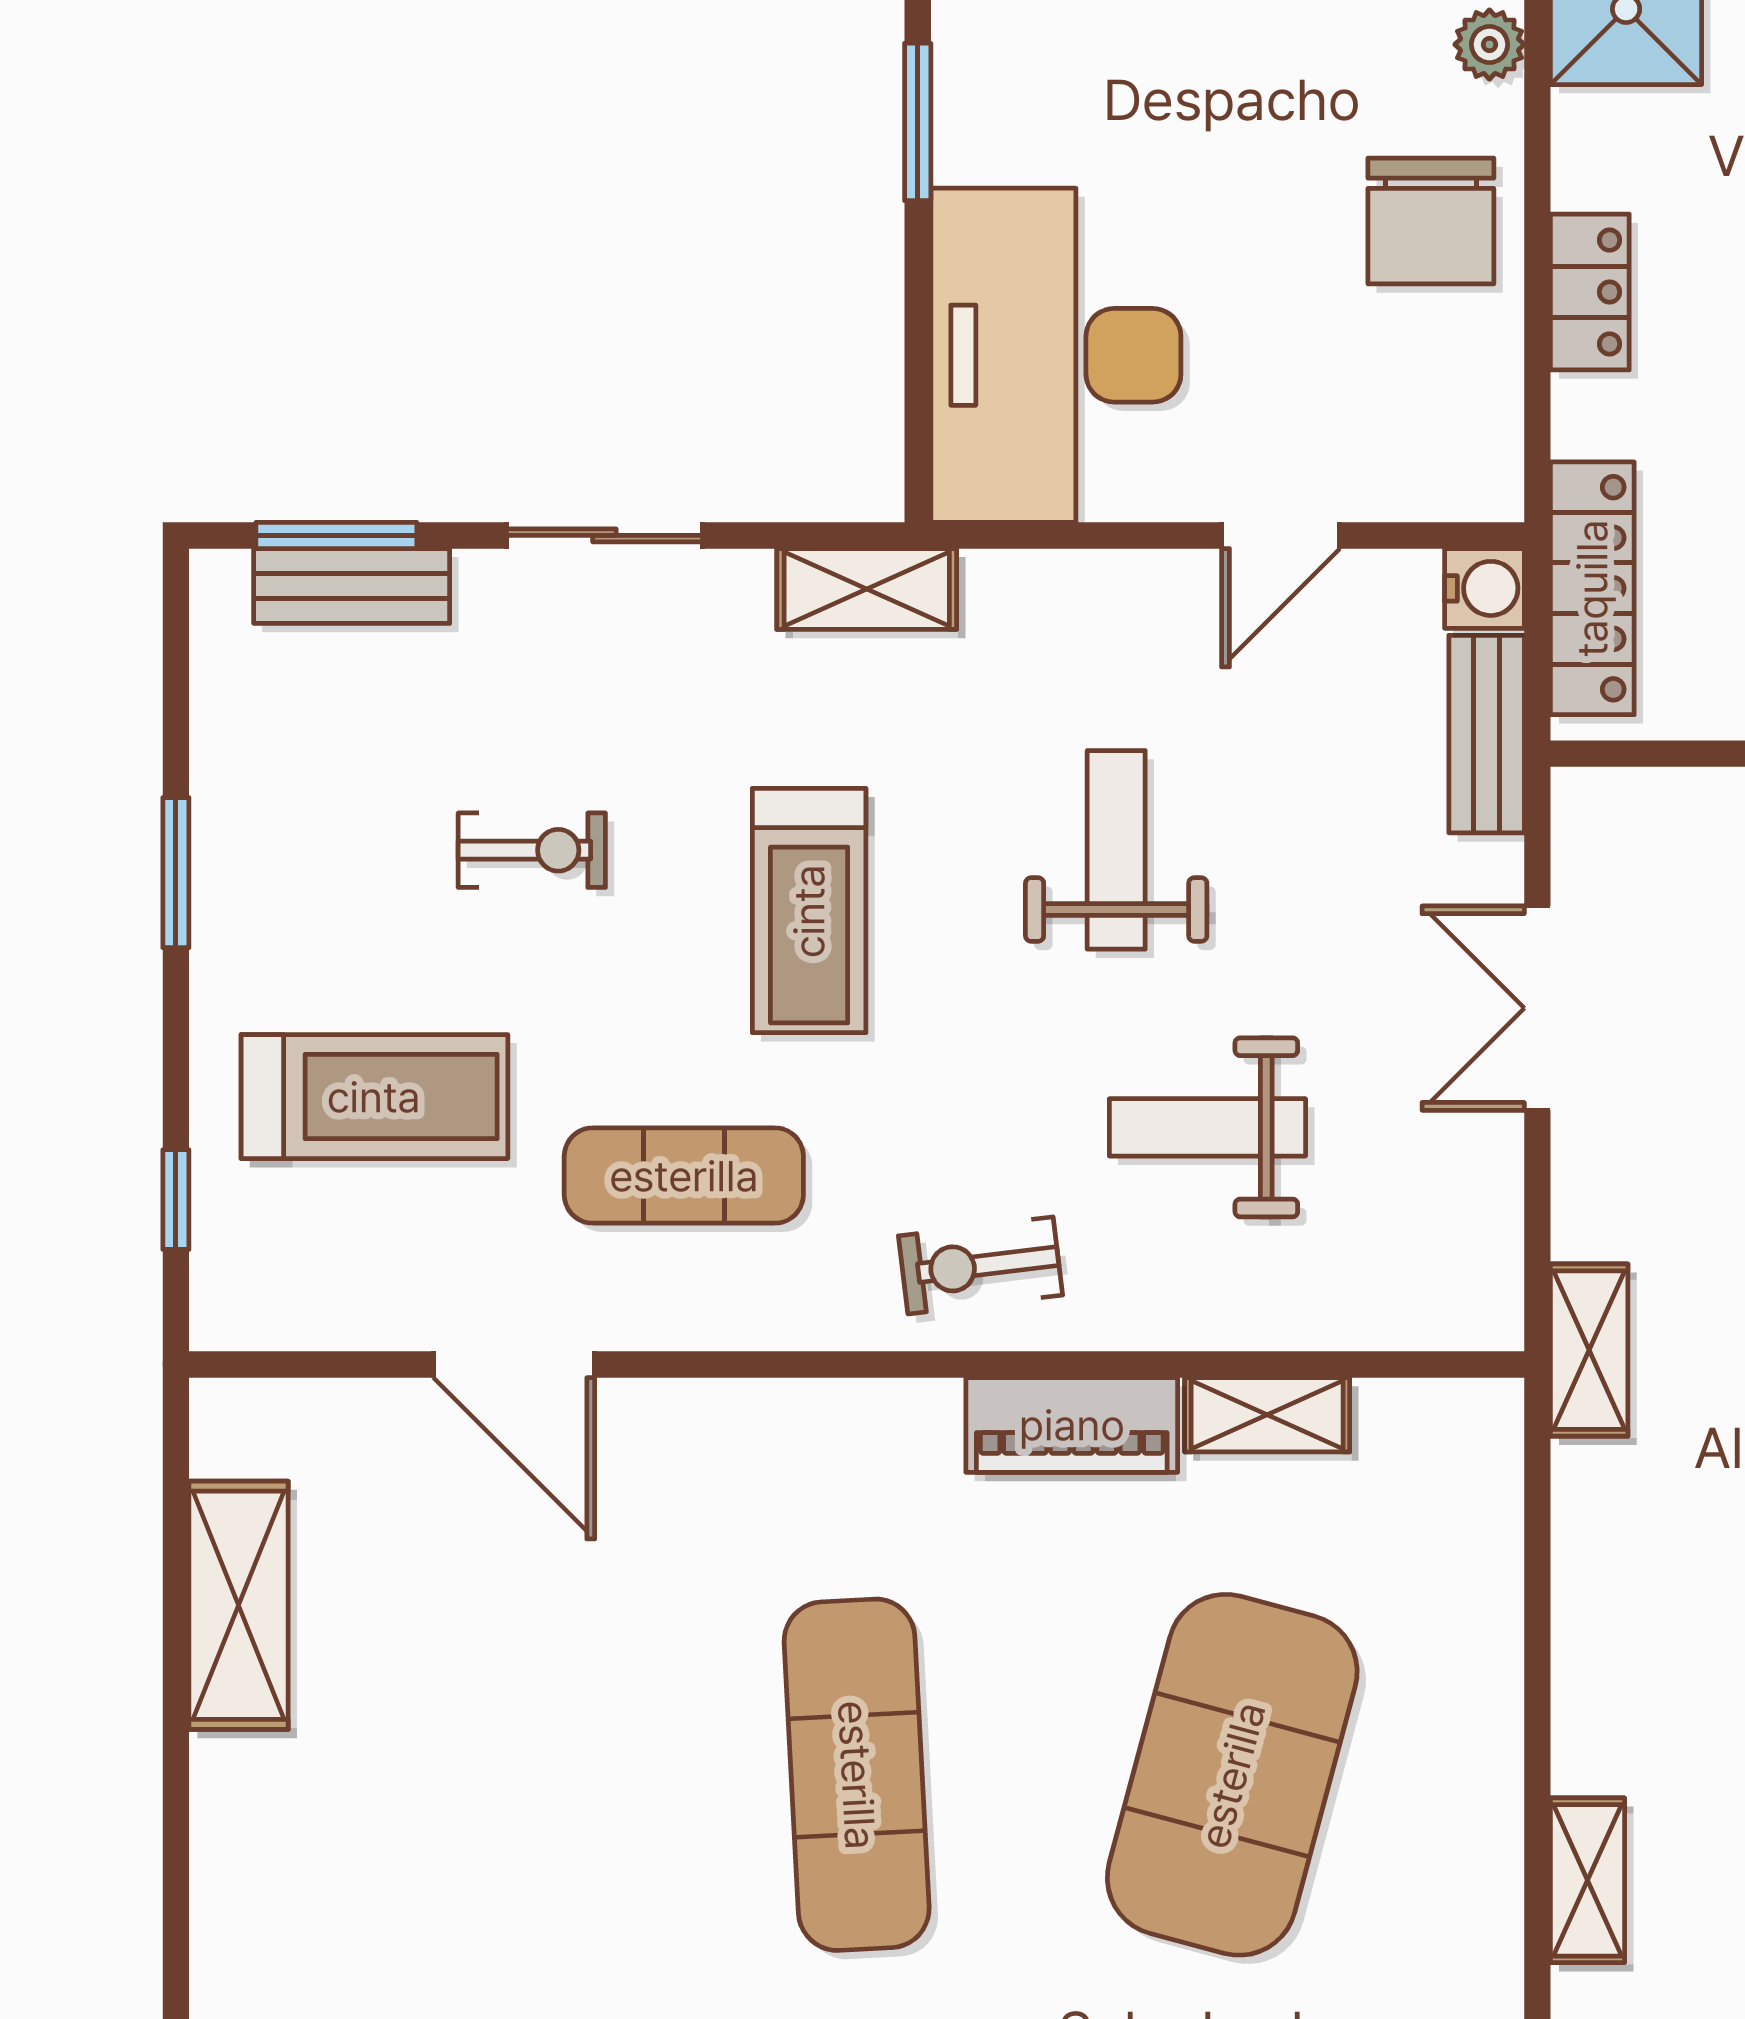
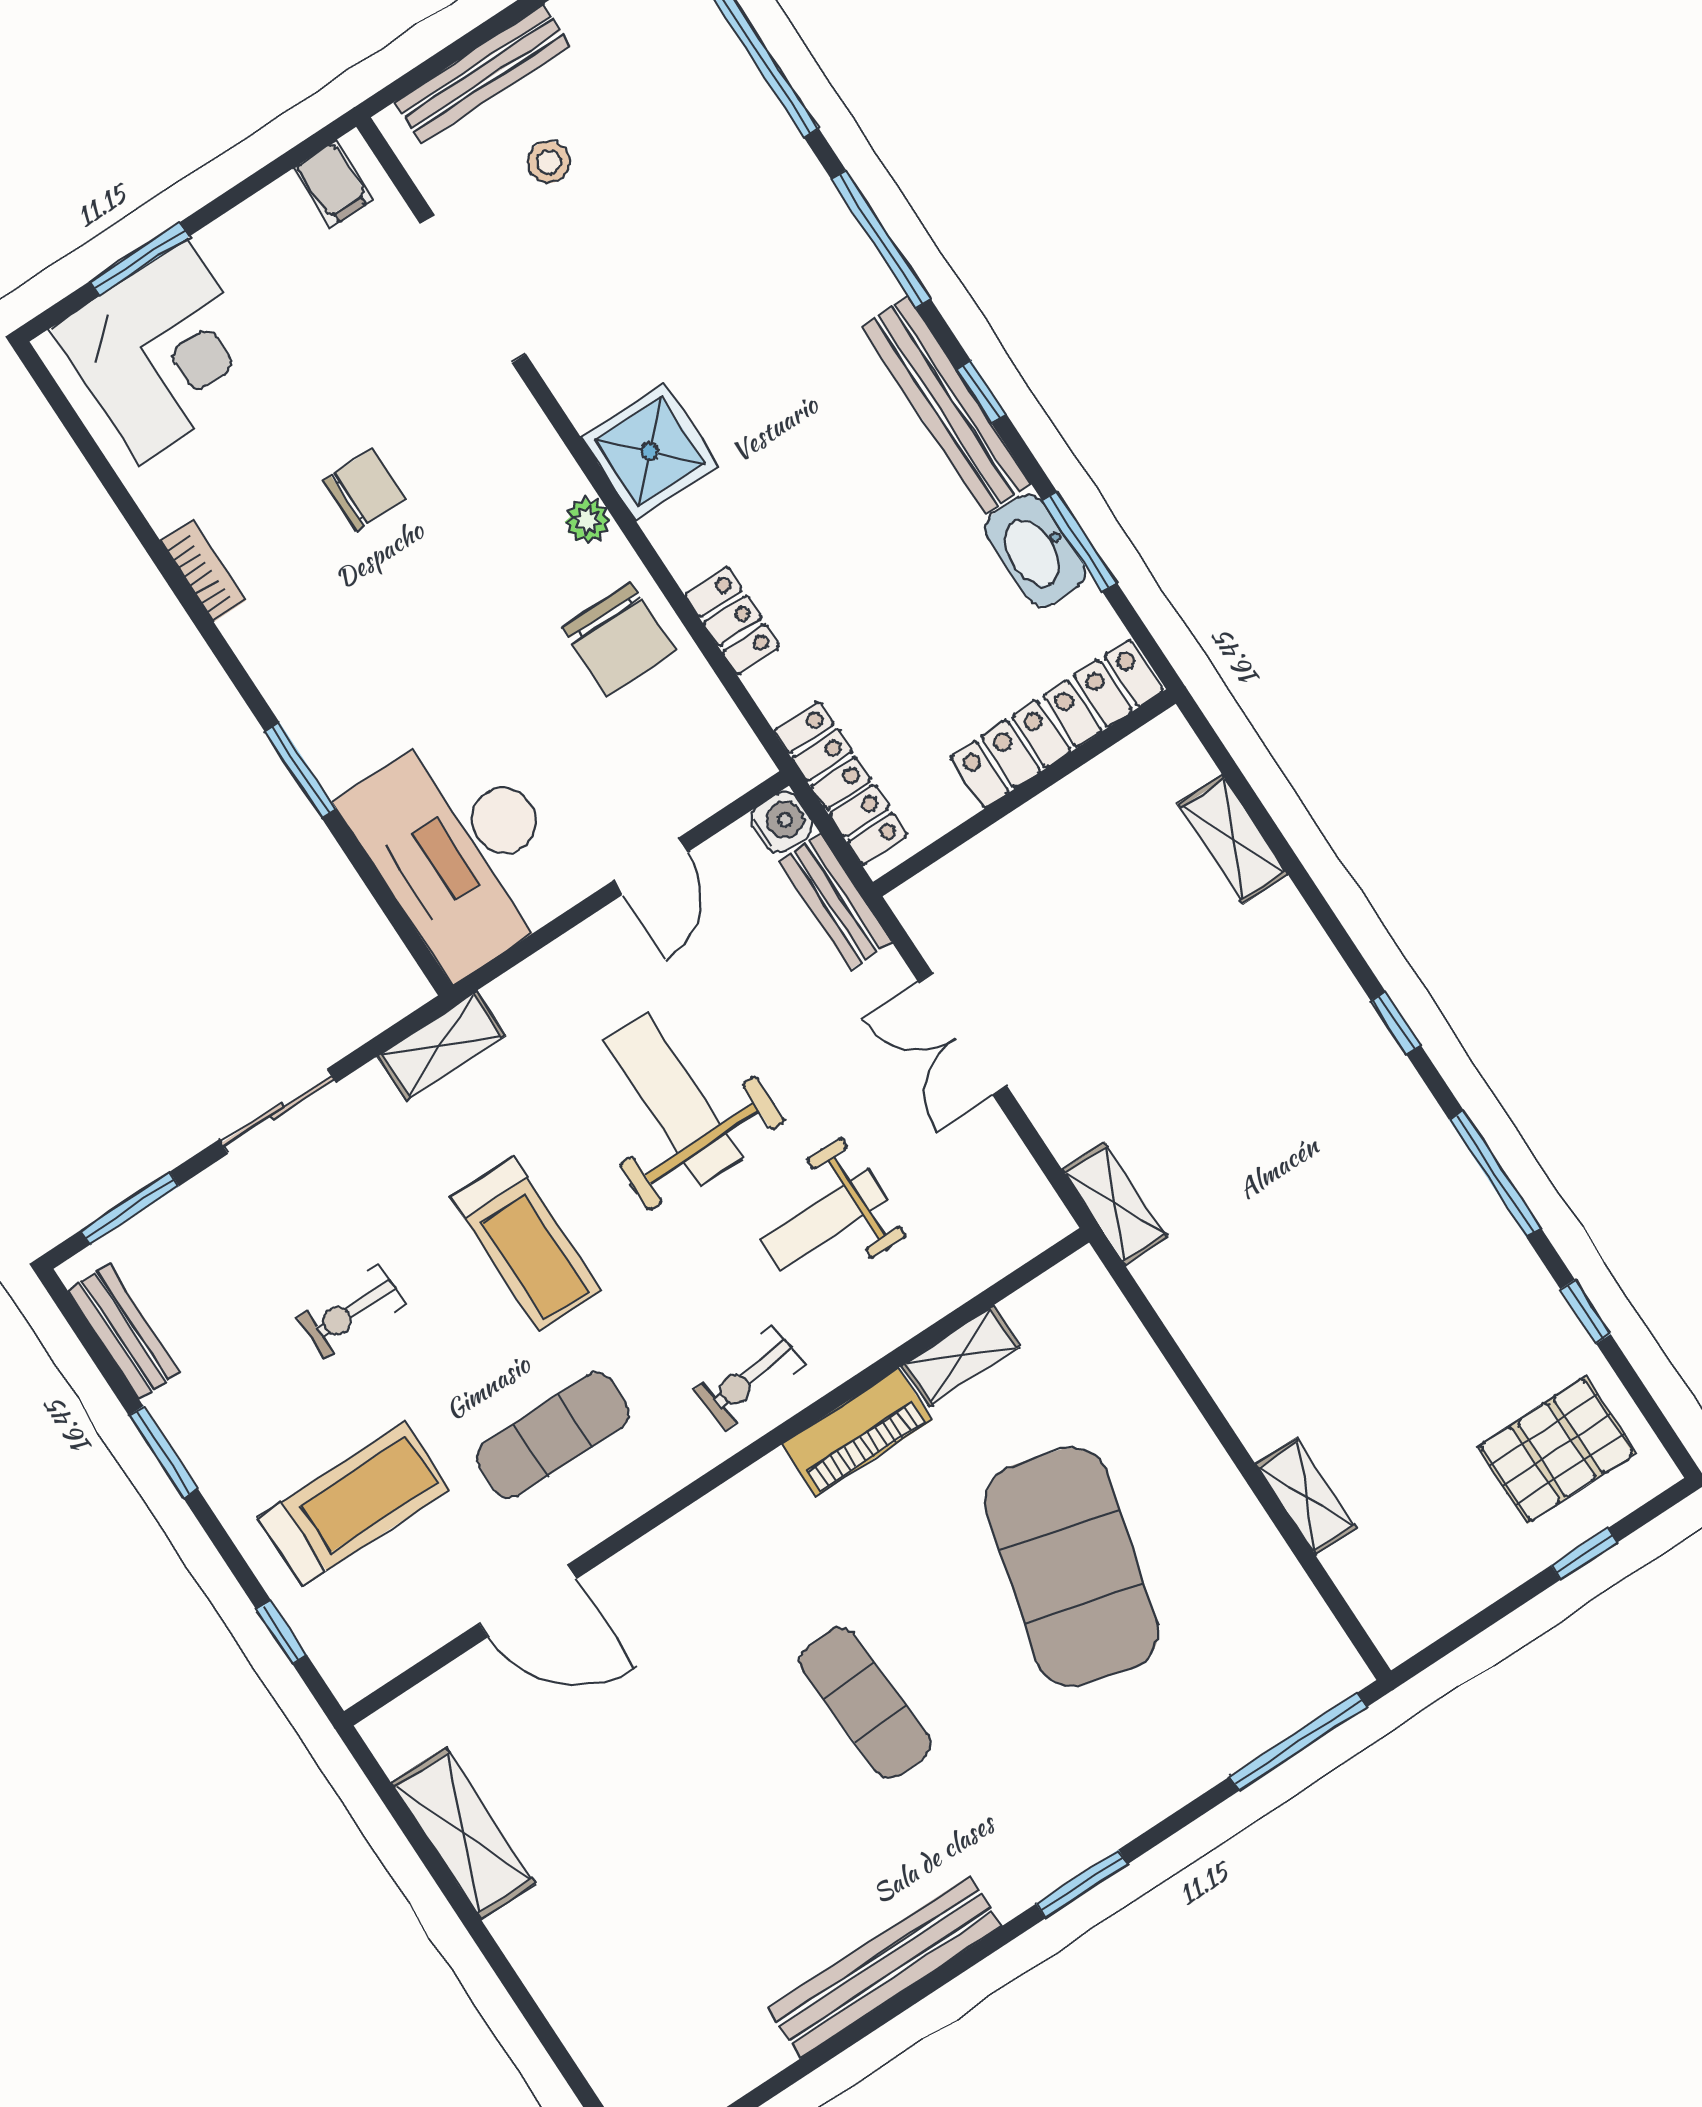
bench: (352, 586) -> (124, 1331), moved, turned 90
exercise bike: (532, 850) -> (351, 1311), turned 180
weight bench: (1116, 850) -> (673, 1099), width x1.36, depth x1.33
exercise mat: (857, 1775) -> (865, 1703), width x0.73, depth x0.69

